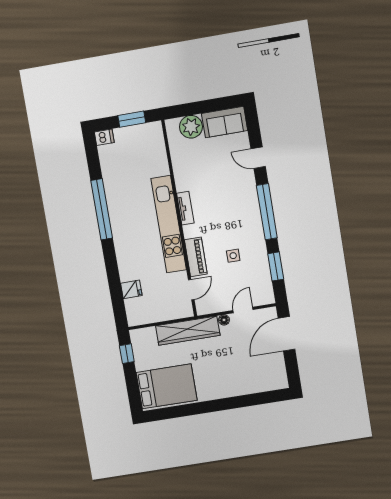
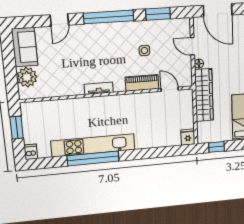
kitchen unit: (169, 224) -> (93, 145), moved, turned 180
fridge: (131, 289) -> (188, 137), moved

